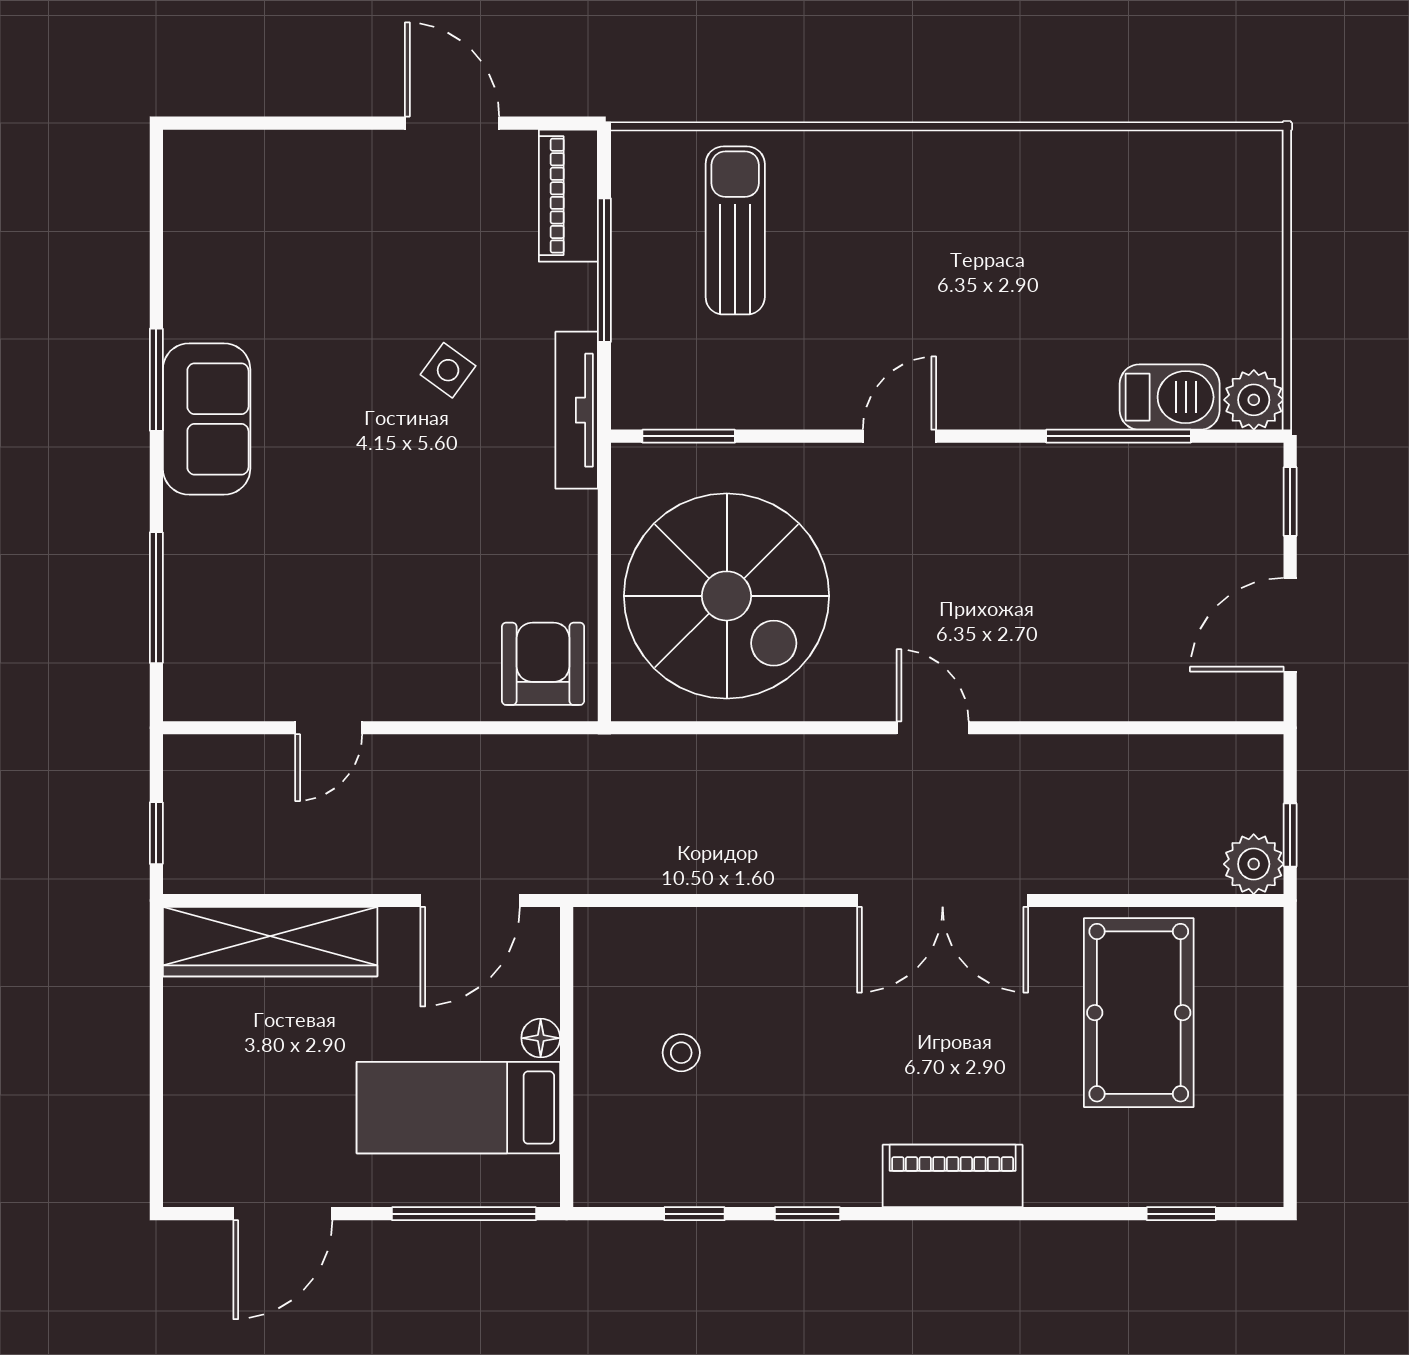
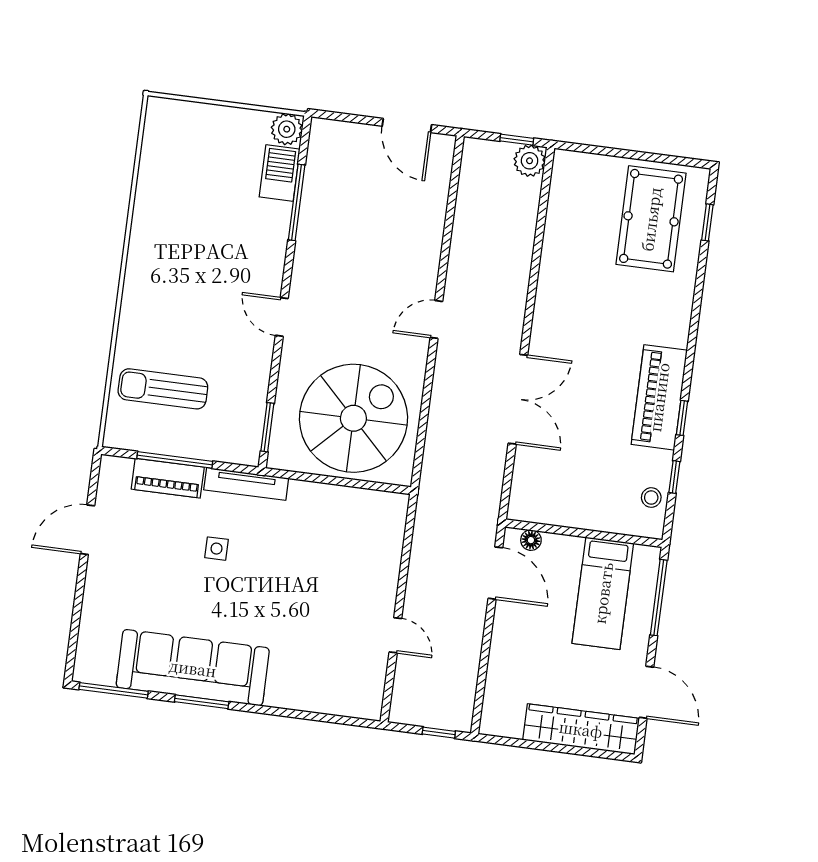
piano: (568, 196) -> (168, 478), moved
side table: (448, 370) -> (216, 549), turned -36
sofa: (207, 419) -> (193, 668), width x1.85, depth x1.27
window: (1290, 502) -> (342, 117), removed
window: (156, 598) -> (114, 690), moved
armchair: (543, 664) -> (377, 519), removed
double door: (943, 901) -> (518, 399), moved
wardrobe: (270, 942) -> (581, 729), moved, turned -90
pool table: (1139, 1013) -> (651, 219), moved, turned 90
floor lamp: (541, 1038) -> (531, 540), moved
stool: (681, 1053) -> (651, 498), moved
piano: (953, 1176) -> (659, 397), moved, width x1.37, depth x1.33

